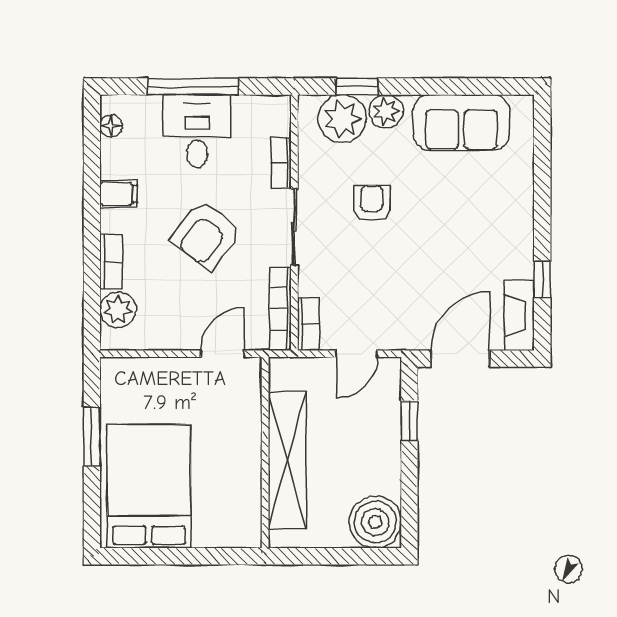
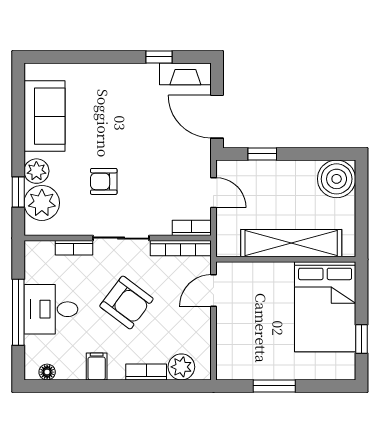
door: (222, 354) -> (214, 291), hinge flipped
bed: (149, 486) -> (325, 307), moved, turned -90
window: (156, 556) -> (361, 339), added

